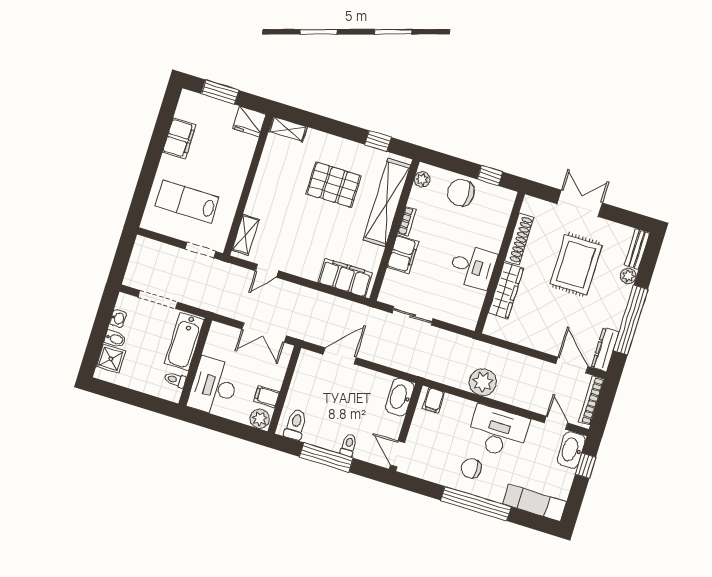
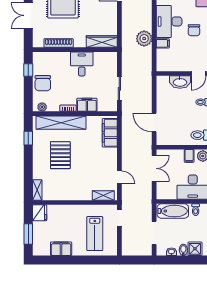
wardrobe: (506, 291) -> (102, 42), moved
washbasin: (400, 397) -> (180, 82), moved
filing cabinet: (434, 400) -> (163, 43), moved

